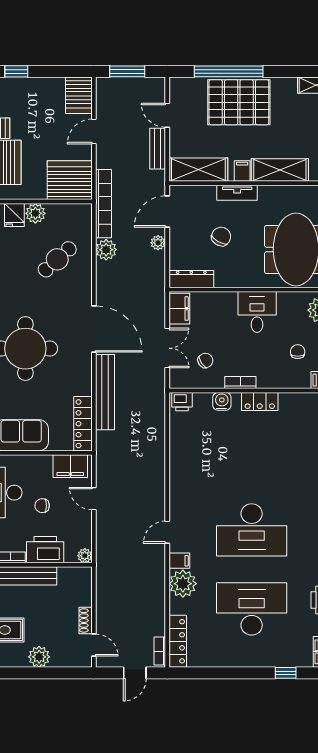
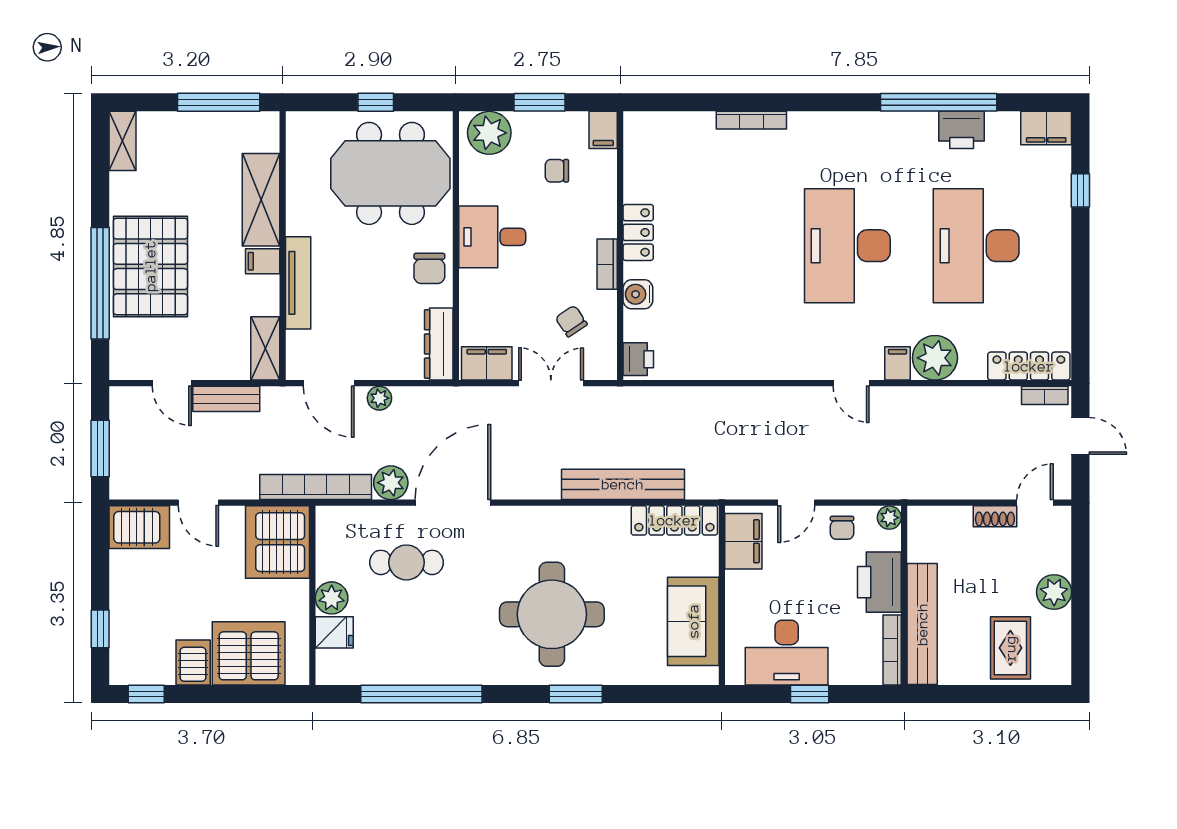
door: (167, 115) -> (172, 383), hinge flipped
shelving: (198, 170) -> (265, 348), width x0.67, depth x0.75
tv unit: (237, 193) -> (298, 283), width x1.41
chair: (221, 237) -> (429, 268), moved, turned -119
cafe table: (57, 259) -> (406, 562), turned -48
door: (94, 329) -> (453, 503), moved
chair: (42, 506) -> (842, 528), moved
desk: (252, 530) -> (847, 246), turned 180

